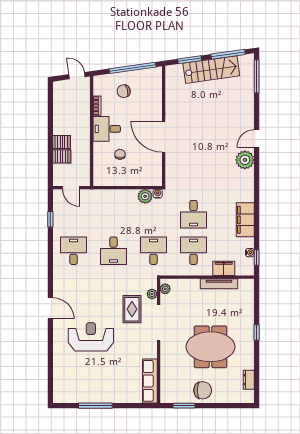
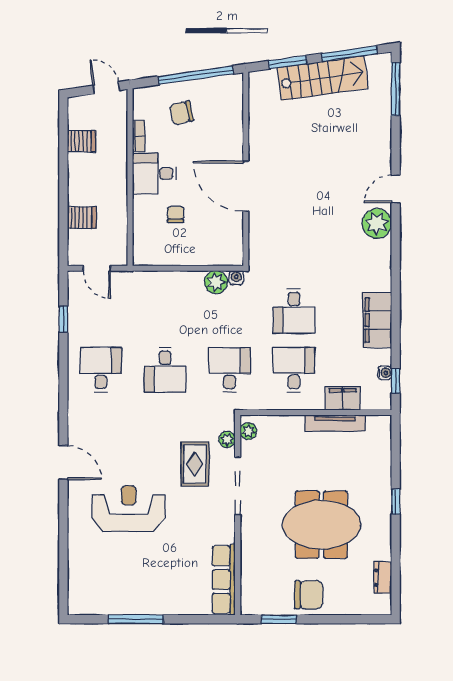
server rack: (62, 142) -> (82, 141), moved

